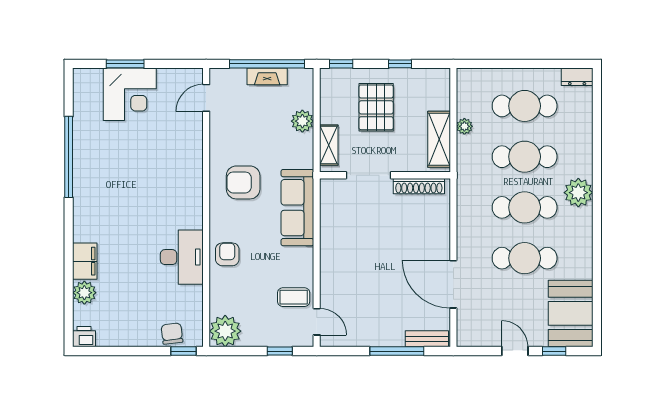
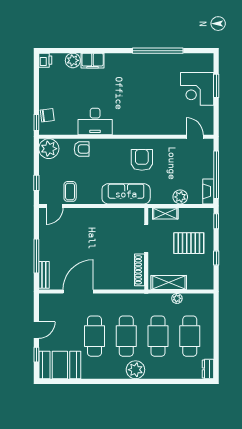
fireplace: (267, 76) -> (208, 191), moved
armchair: (227, 254) -> (82, 149), moved

